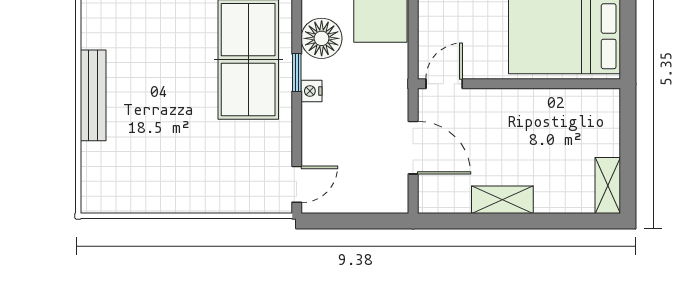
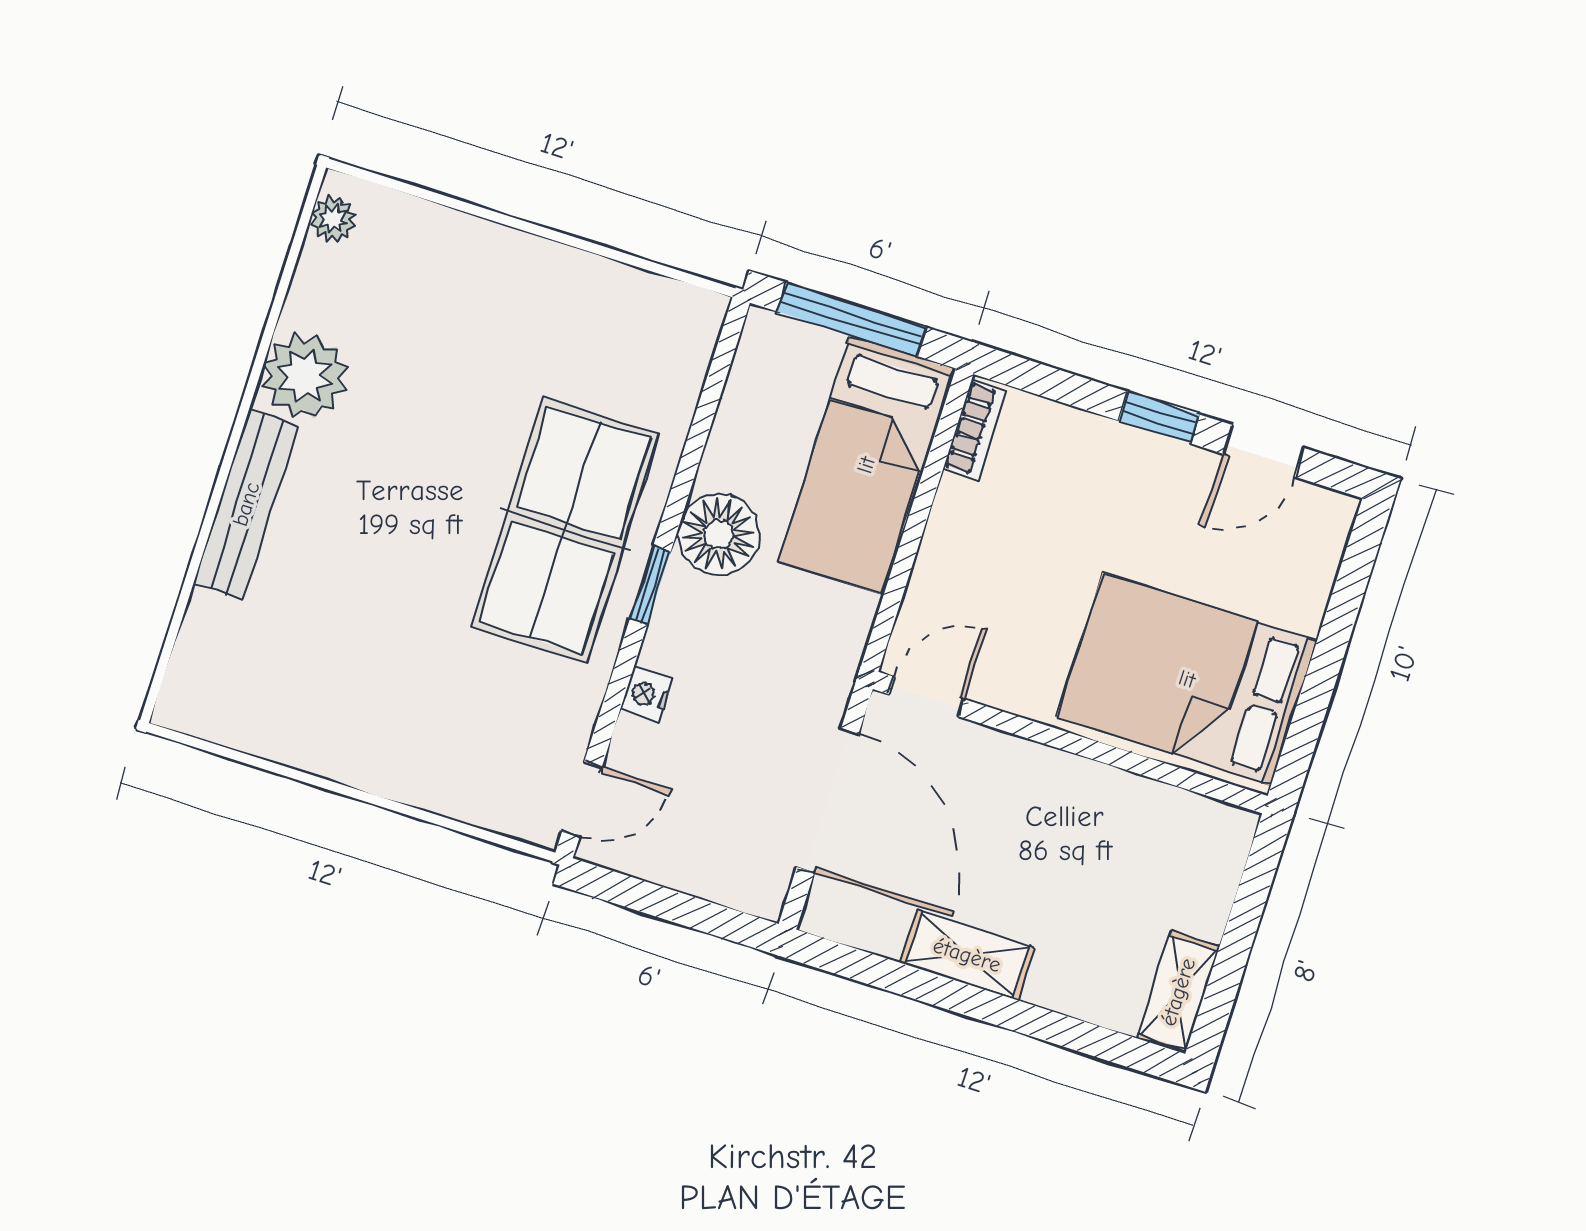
plant: (102, 26) -> (305, 376), added
nightstand: (312, 91) -> (647, 695), moved
door: (413, 148) -> (828, 800), width x1.36

